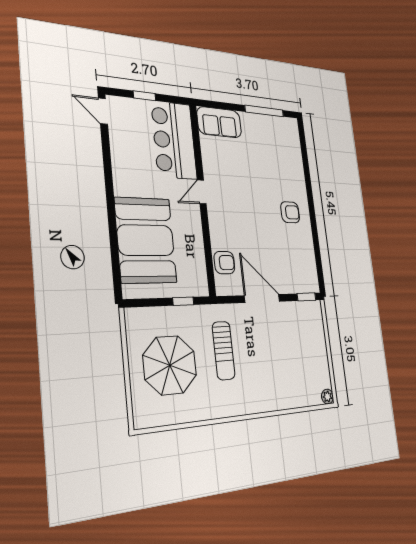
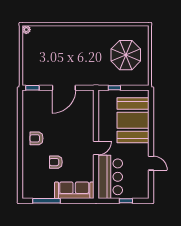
door: (103, 111) -> (151, 163), moved
sofa: (219, 122) -> (74, 190), width x1.36
armchair: (224, 263) -> (56, 162), moved
door: (262, 298) -> (64, 88), hinge flipped
sun lounger: (224, 351) -> (93, 60), removed

